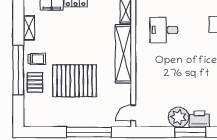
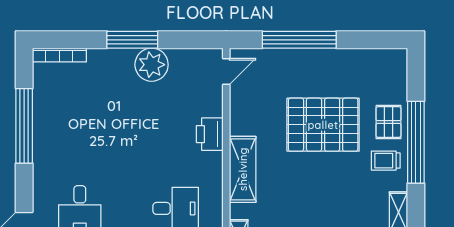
shelving: (123, 54) -> (243, 169), width x0.68
printer: (199, 119) -> (210, 134), moved, turned 90

